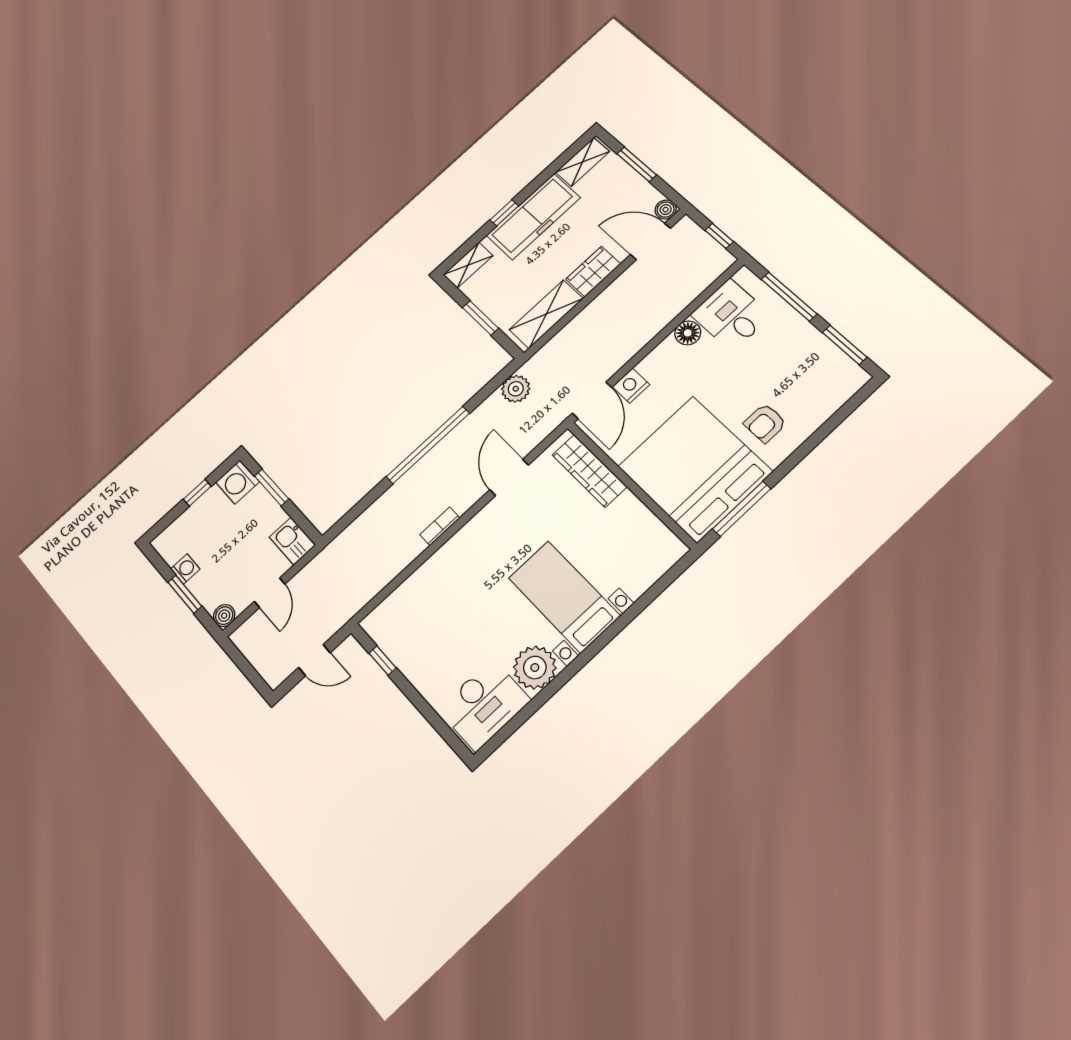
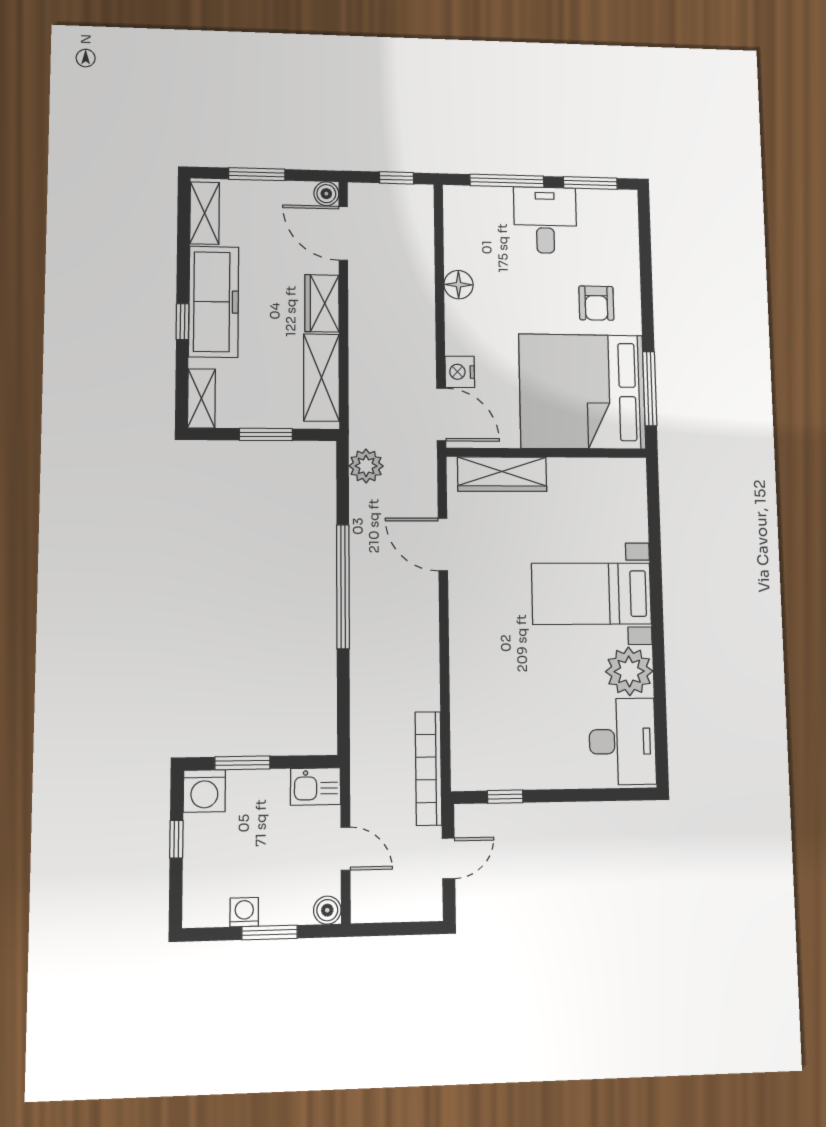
door: (650, 241) -> (343, 233), hinge flipped
desk: (731, 315) -> (545, 220), moved, turned 90
bookcase: (440, 526) -> (428, 768), moved, width x2.31, depth x1.31

